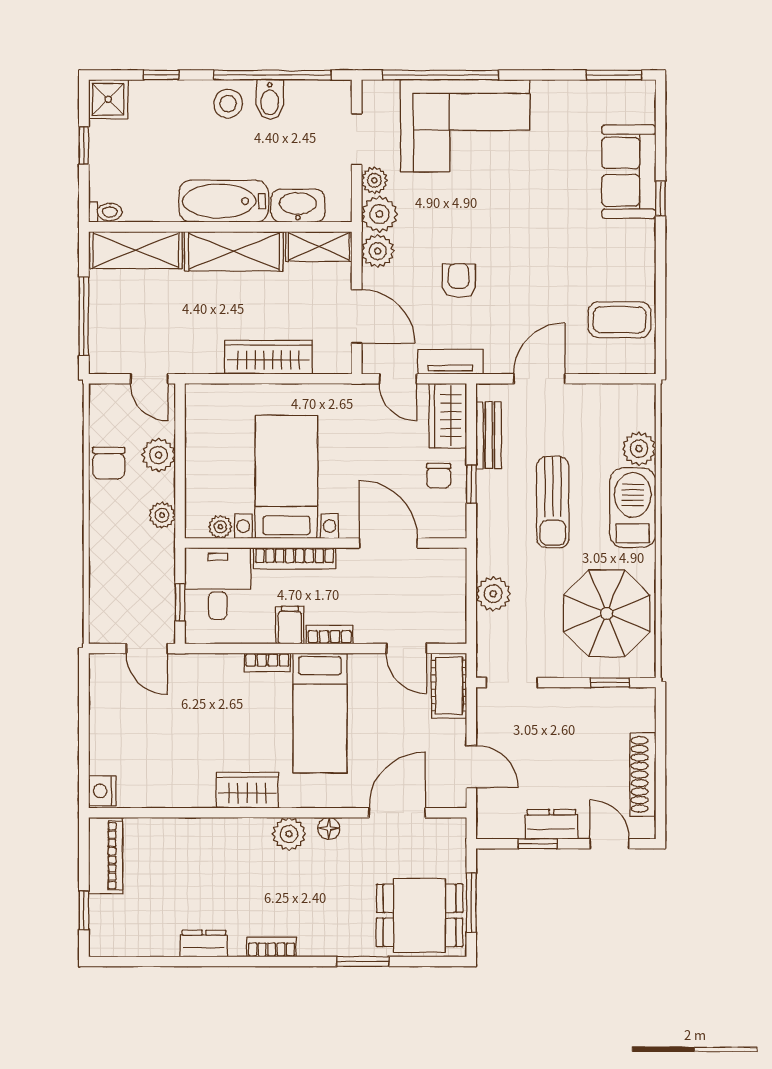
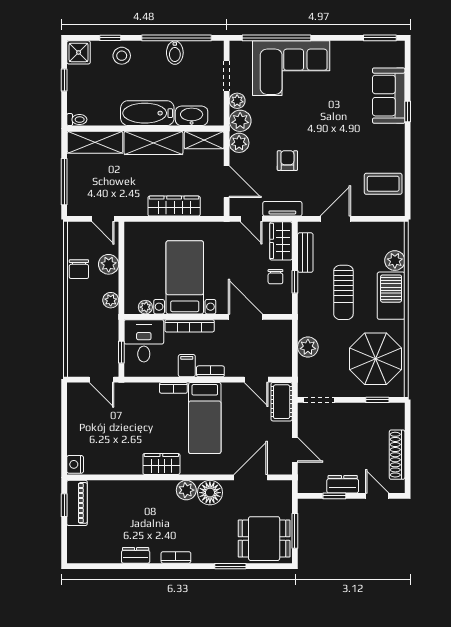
stool: (228, 104) -> (122, 56), moved
floor lamp: (329, 828) -> (210, 493), width x1.89, depth x1.89
window: (84, 910) -> (64, 505), moved

